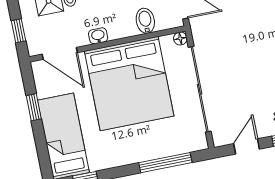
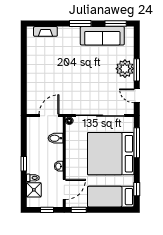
bed: (129, 84) -> (111, 154), moved, turned 180
window: (34, 107) -> (79, 210), moved

